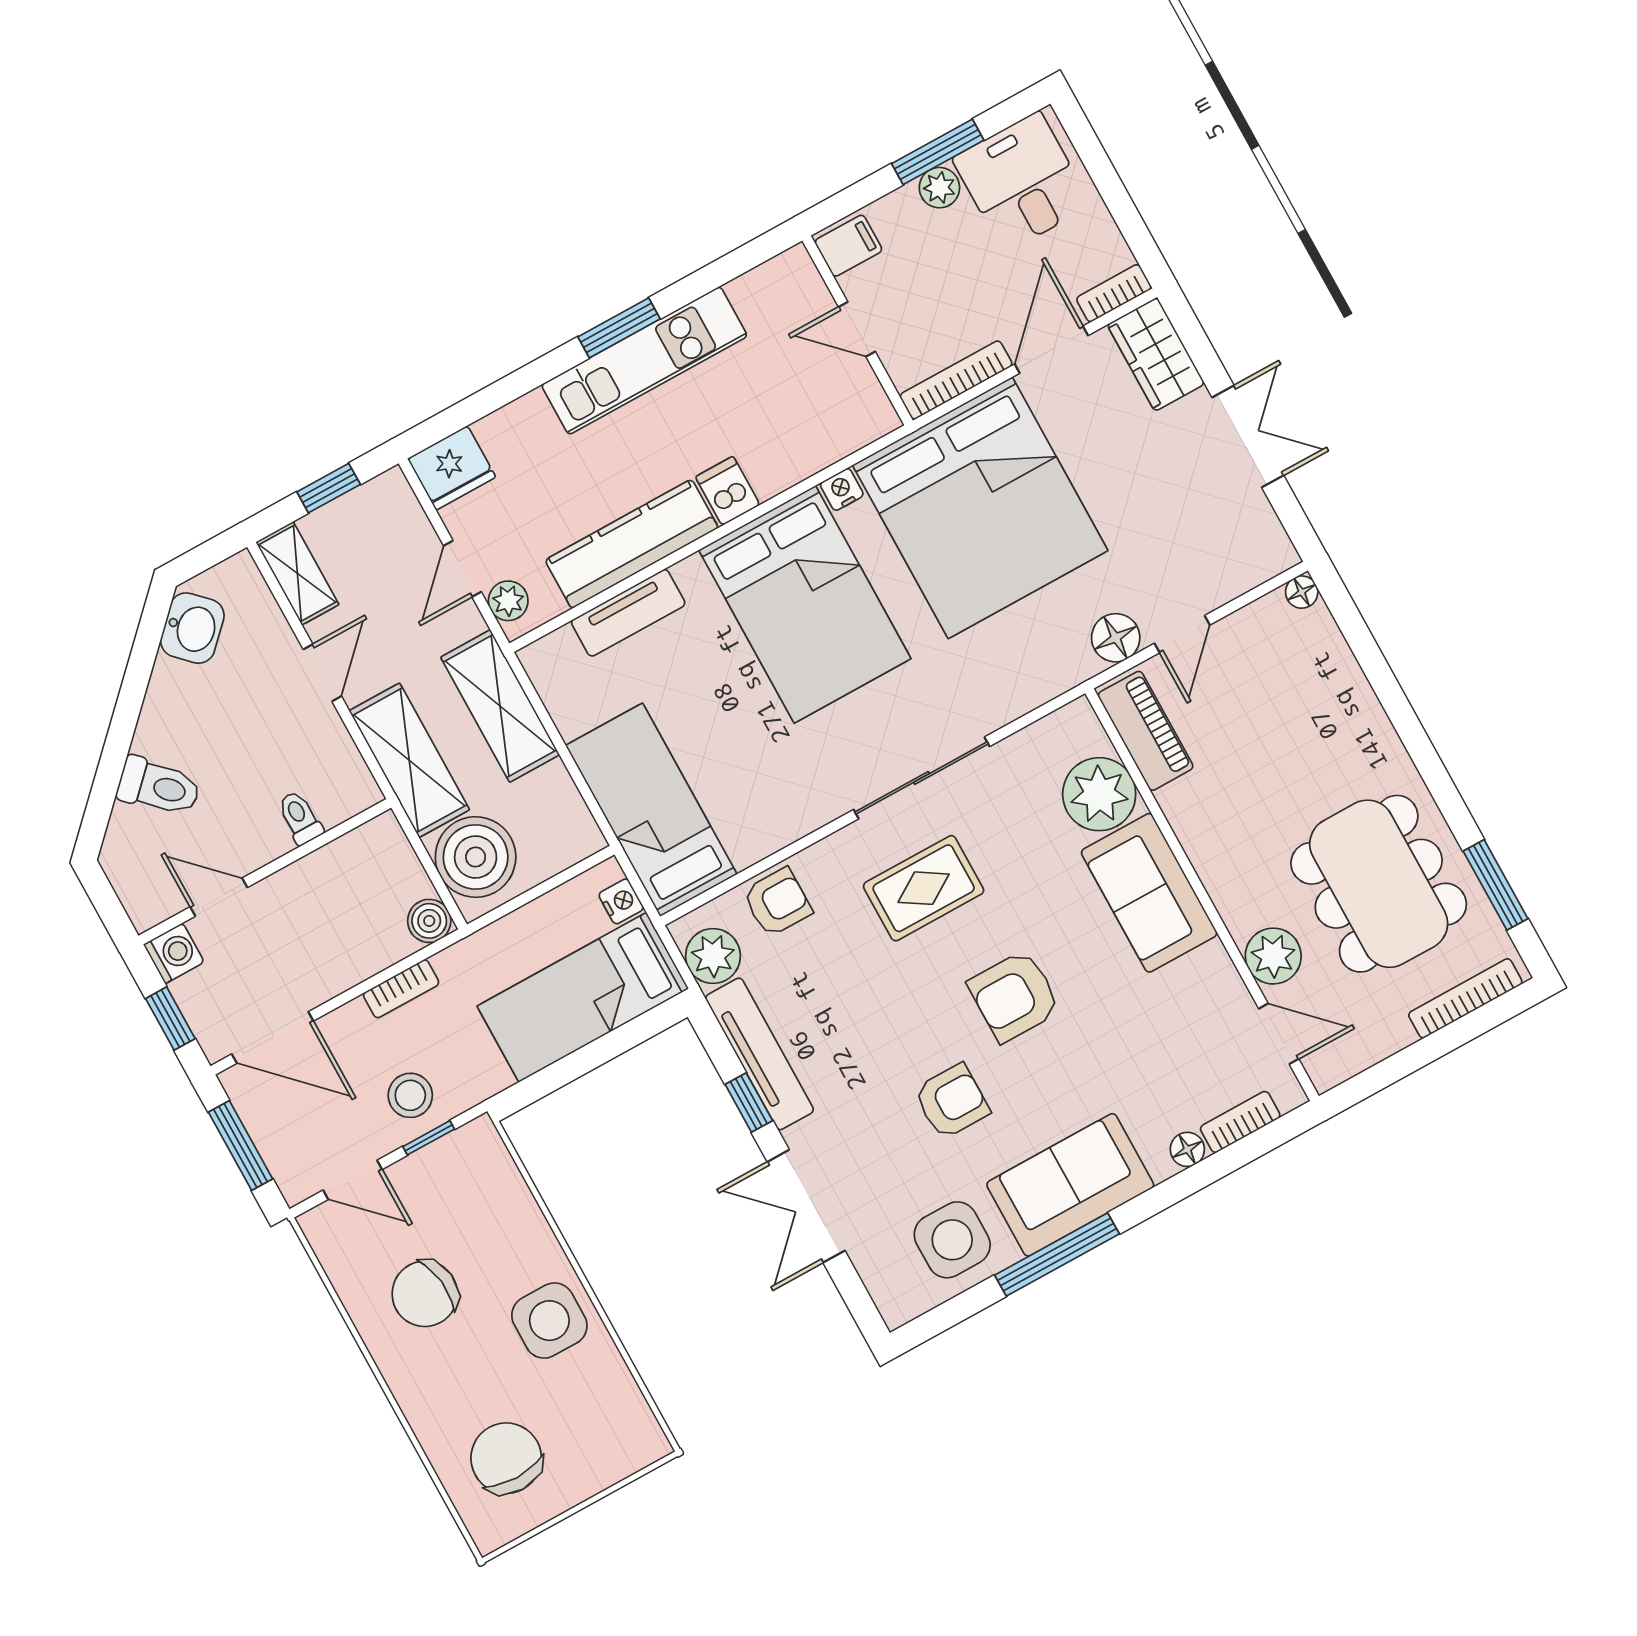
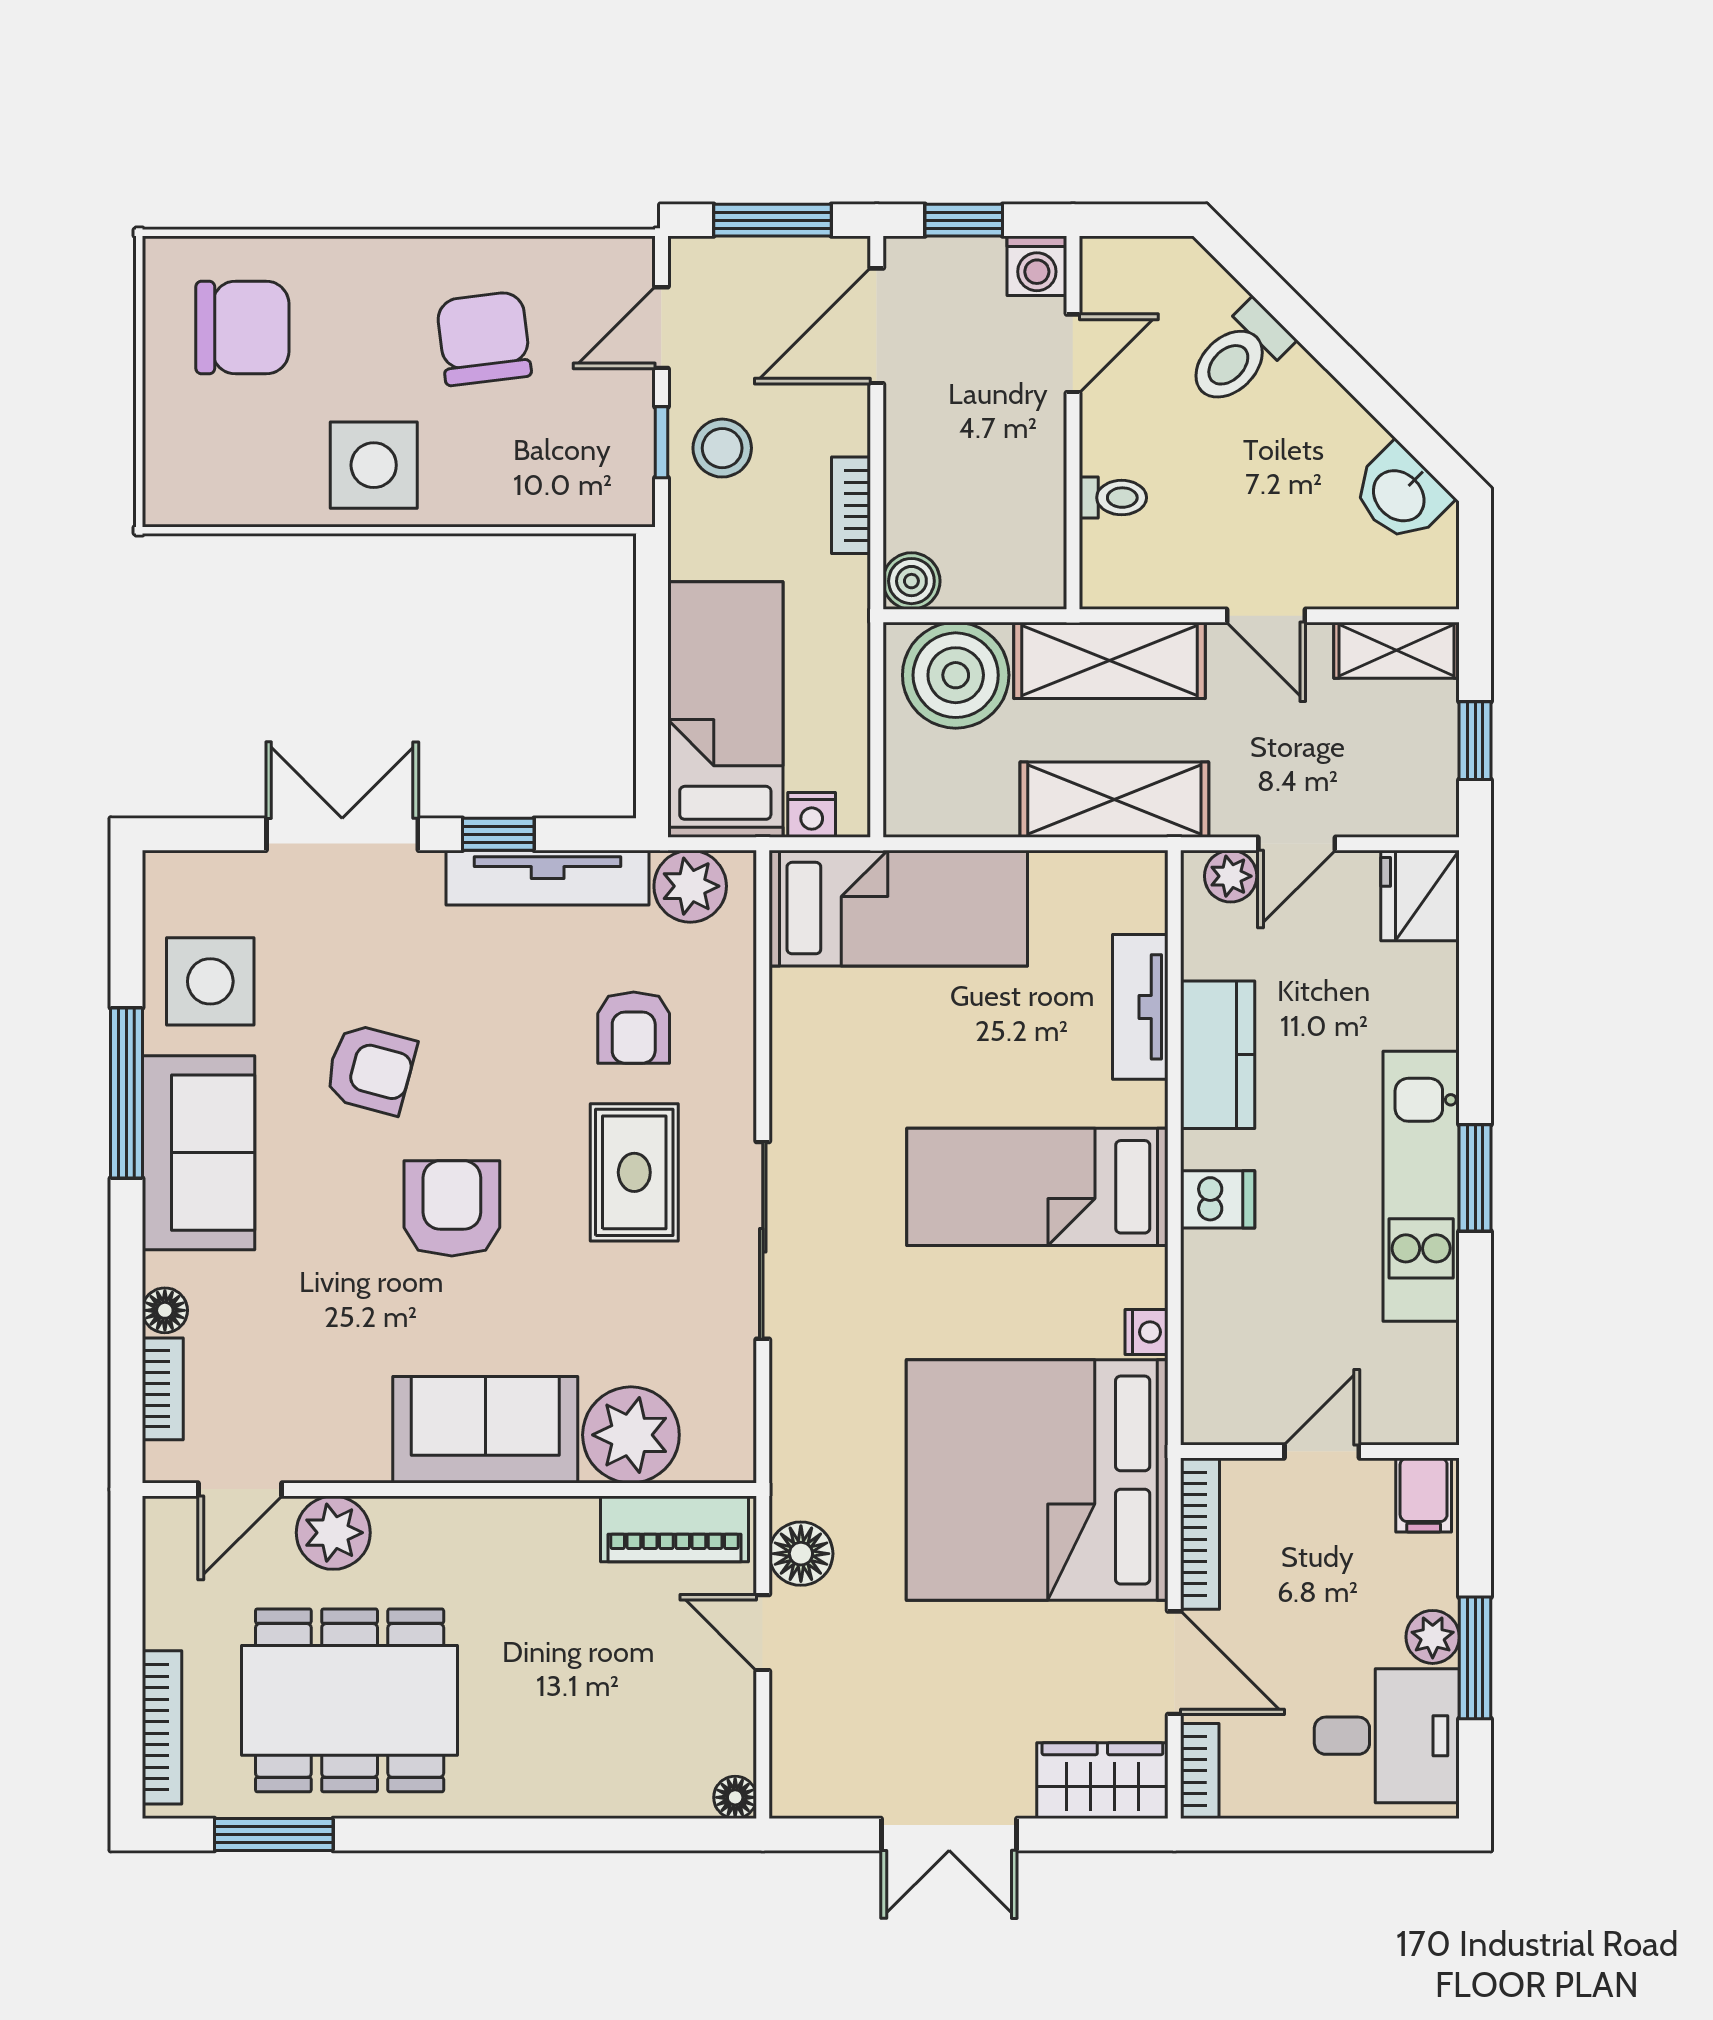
kitchen counter: (632, 544) -> (1218, 1055), width x0.67
door: (462, 569) -> (1297, 844), swing flipped
bed: (805, 604) -> (1037, 1187), width x0.67
armchair: (777, 902) -> (634, 1028), moved
armchair: (952, 1101) -> (370, 1069), turned -75

